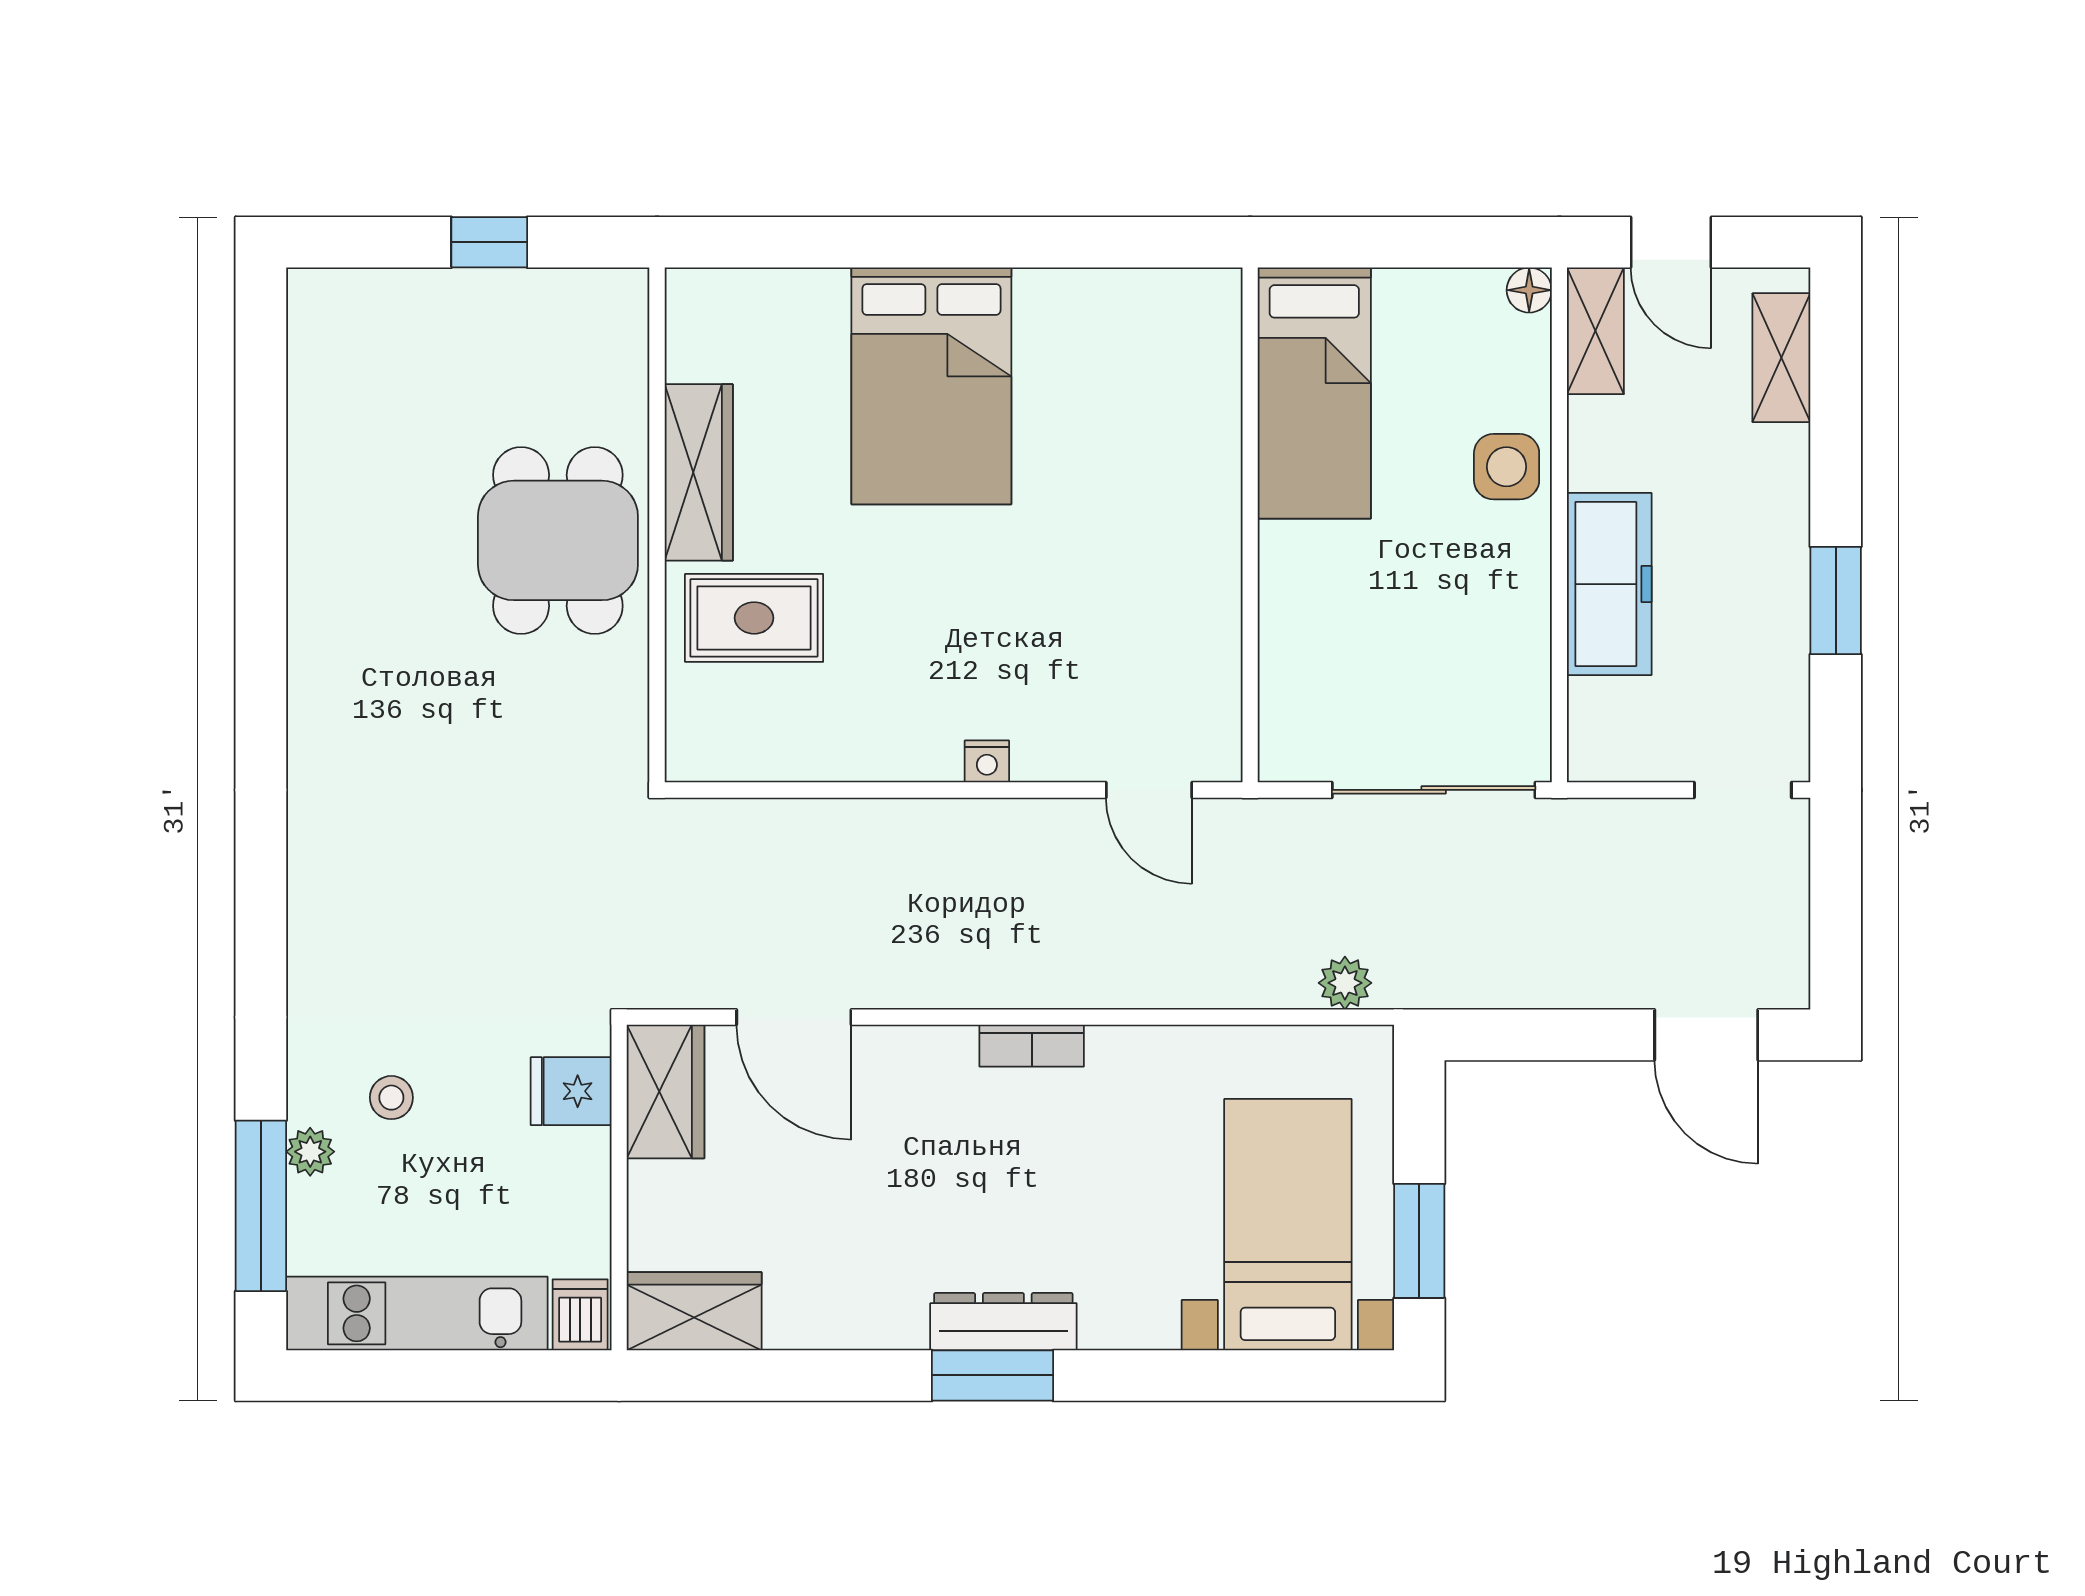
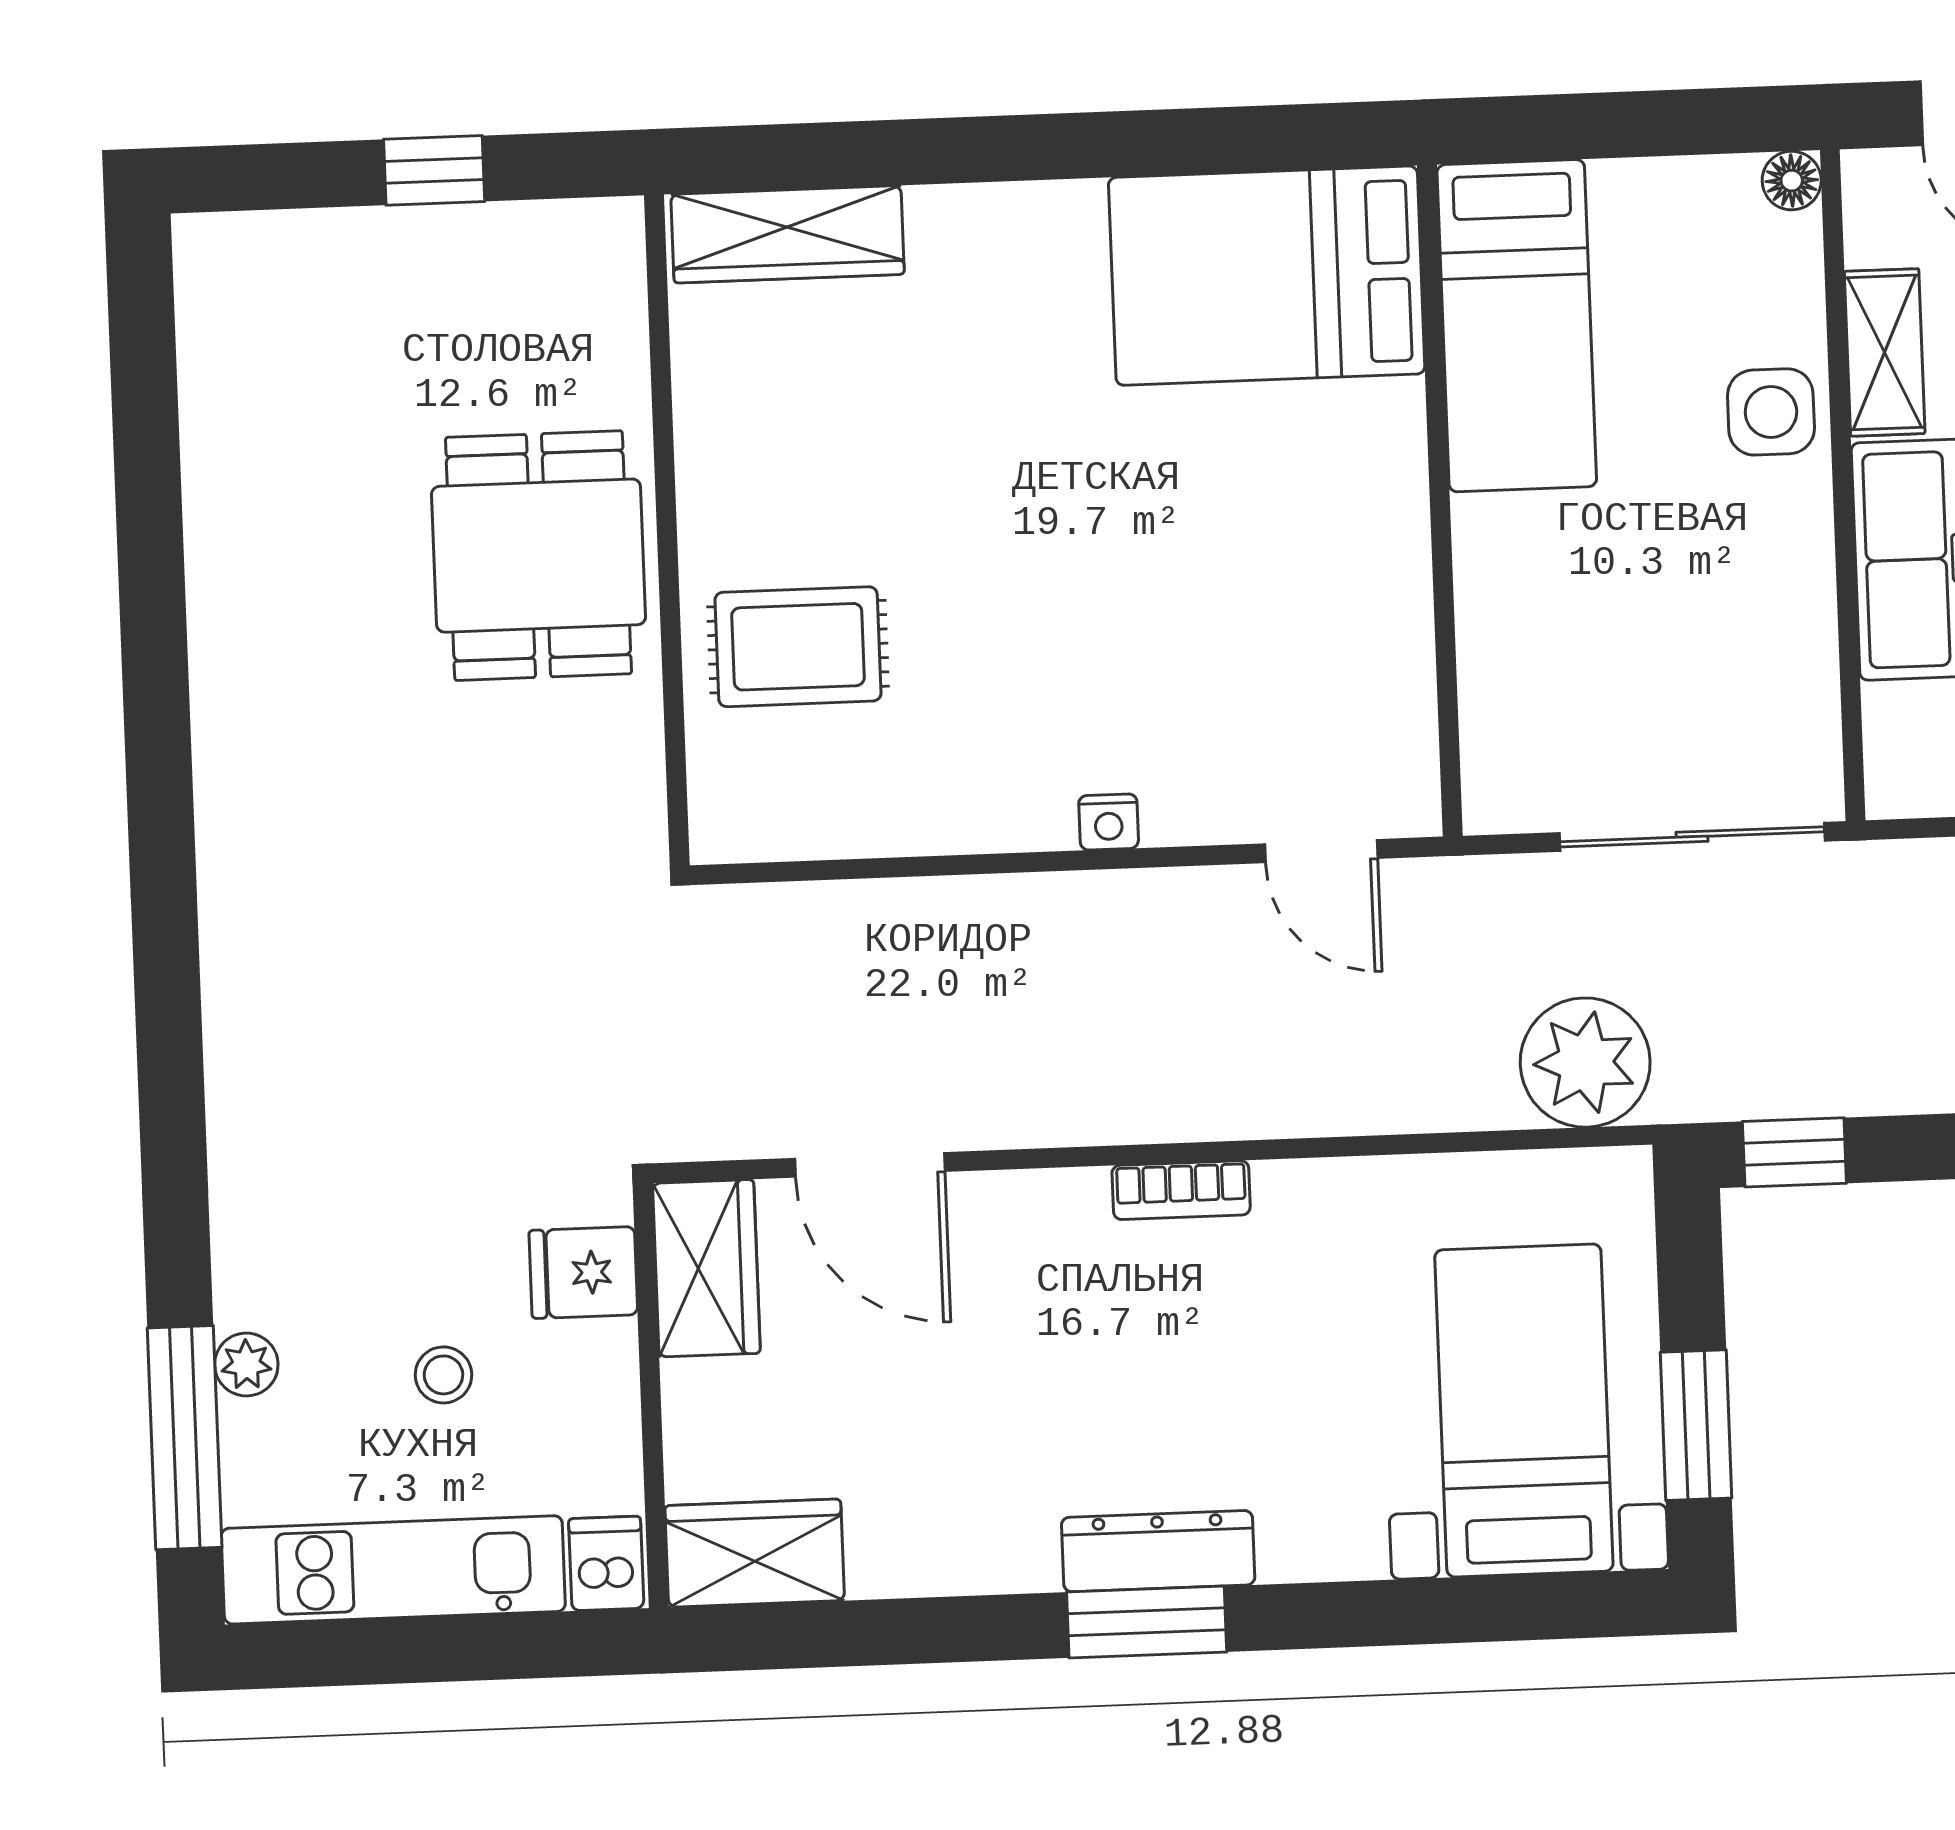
shelving: (1595, 331) -> (1885, 352), moved
bed: (931, 386) -> (1267, 276), moved, turned 90
wardrobe: (699, 472) -> (788, 234), moved, turned 90
plant: (1345, 983) -> (1585, 1063), width x1.88, depth x1.88
window: (1503, 1035) -> (1794, 1152), added
stool: (391, 1098) -> (443, 1375), moved

